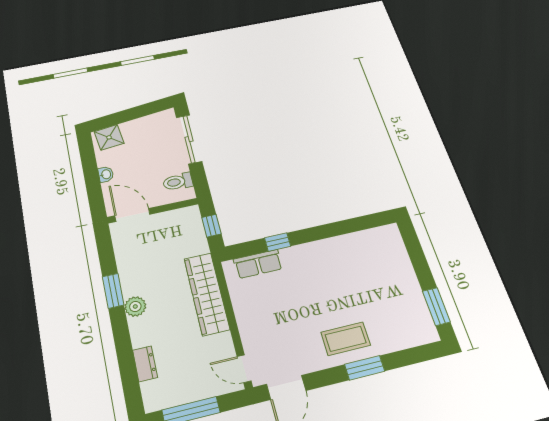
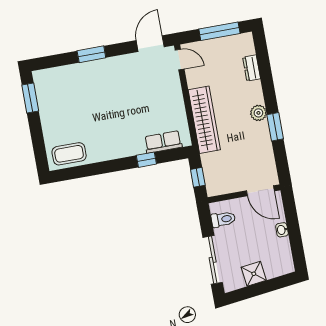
shower: (109, 137) -> (254, 274), moved
coffee table: (346, 339) -> (69, 154), moved

